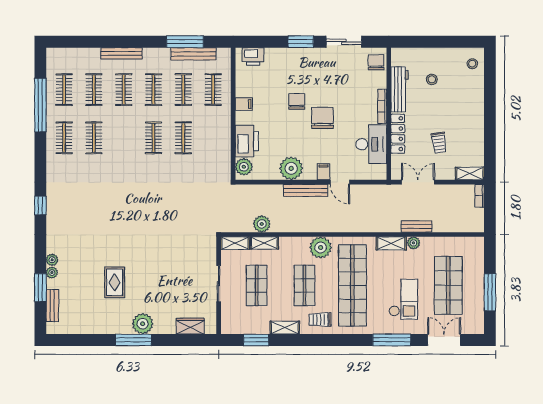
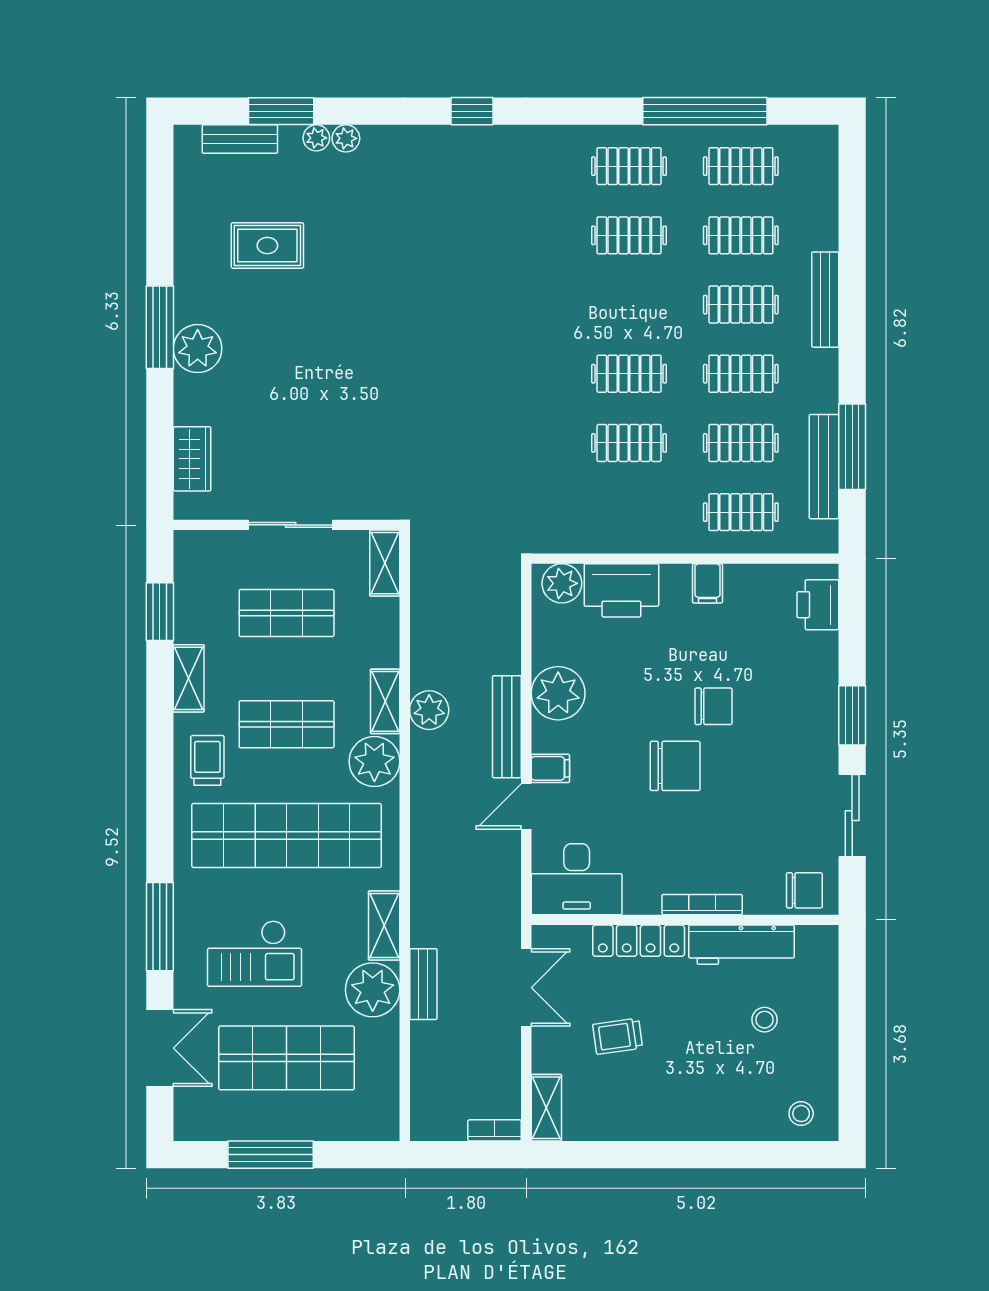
desk: (371, 144) -> (577, 879), moved
plant: (262, 224) -> (429, 710), moved
shelving: (264, 243) -> (385, 701), moved
plant: (414, 243) -> (373, 990), width x1.88, depth x1.88
rug: (115, 282) -> (267, 246), moved

